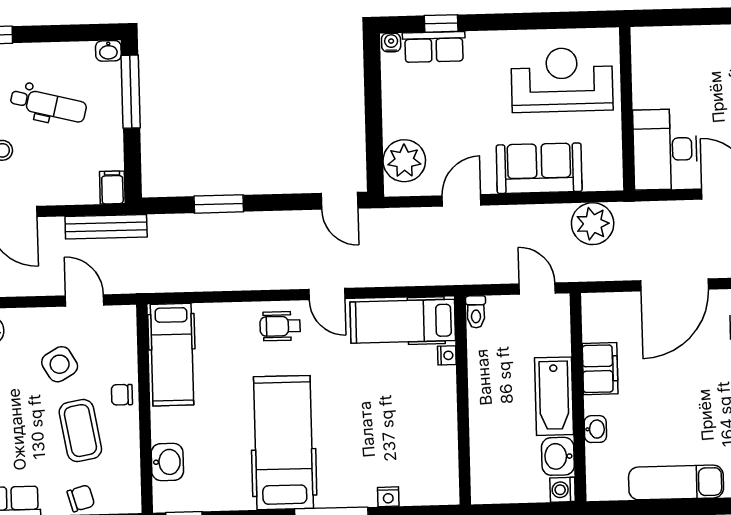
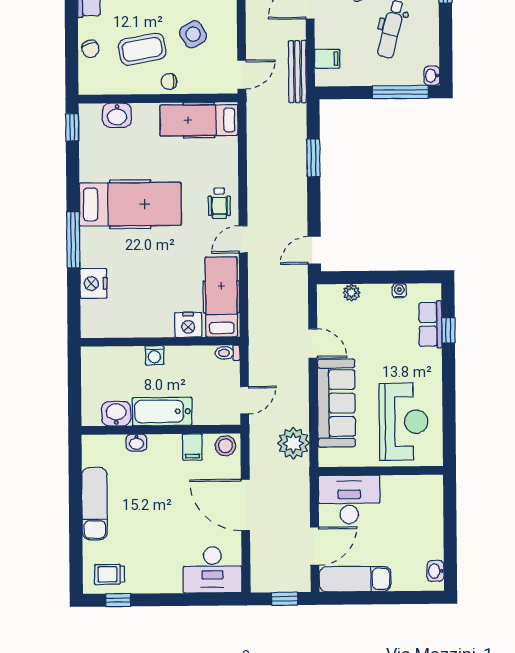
water cooler: (391, 43) -> (399, 291), moved, turned -90
plant: (404, 161) -> (351, 293), width x0.53, depth x0.53
sofa: (539, 168) -> (336, 403), width x1.36
filing cabinet: (112, 187) -> (327, 59), moved
door: (85, 300) -> (242, 75), moved
stool: (598, 312) -> (225, 446), added
wheelchair: (280, 326) -> (219, 203), turned 180
nightstand: (447, 355) -> (188, 325), width x1.89, depth x1.79
filing cabinet: (600, 369) -> (192, 447), width x0.50
chair: (122, 395) -> (169, 81), turned -90
washing machine: (563, 490) -> (154, 355), moved, turned 180
nightstand: (388, 497) -> (93, 283), width x1.89, depth x1.79

